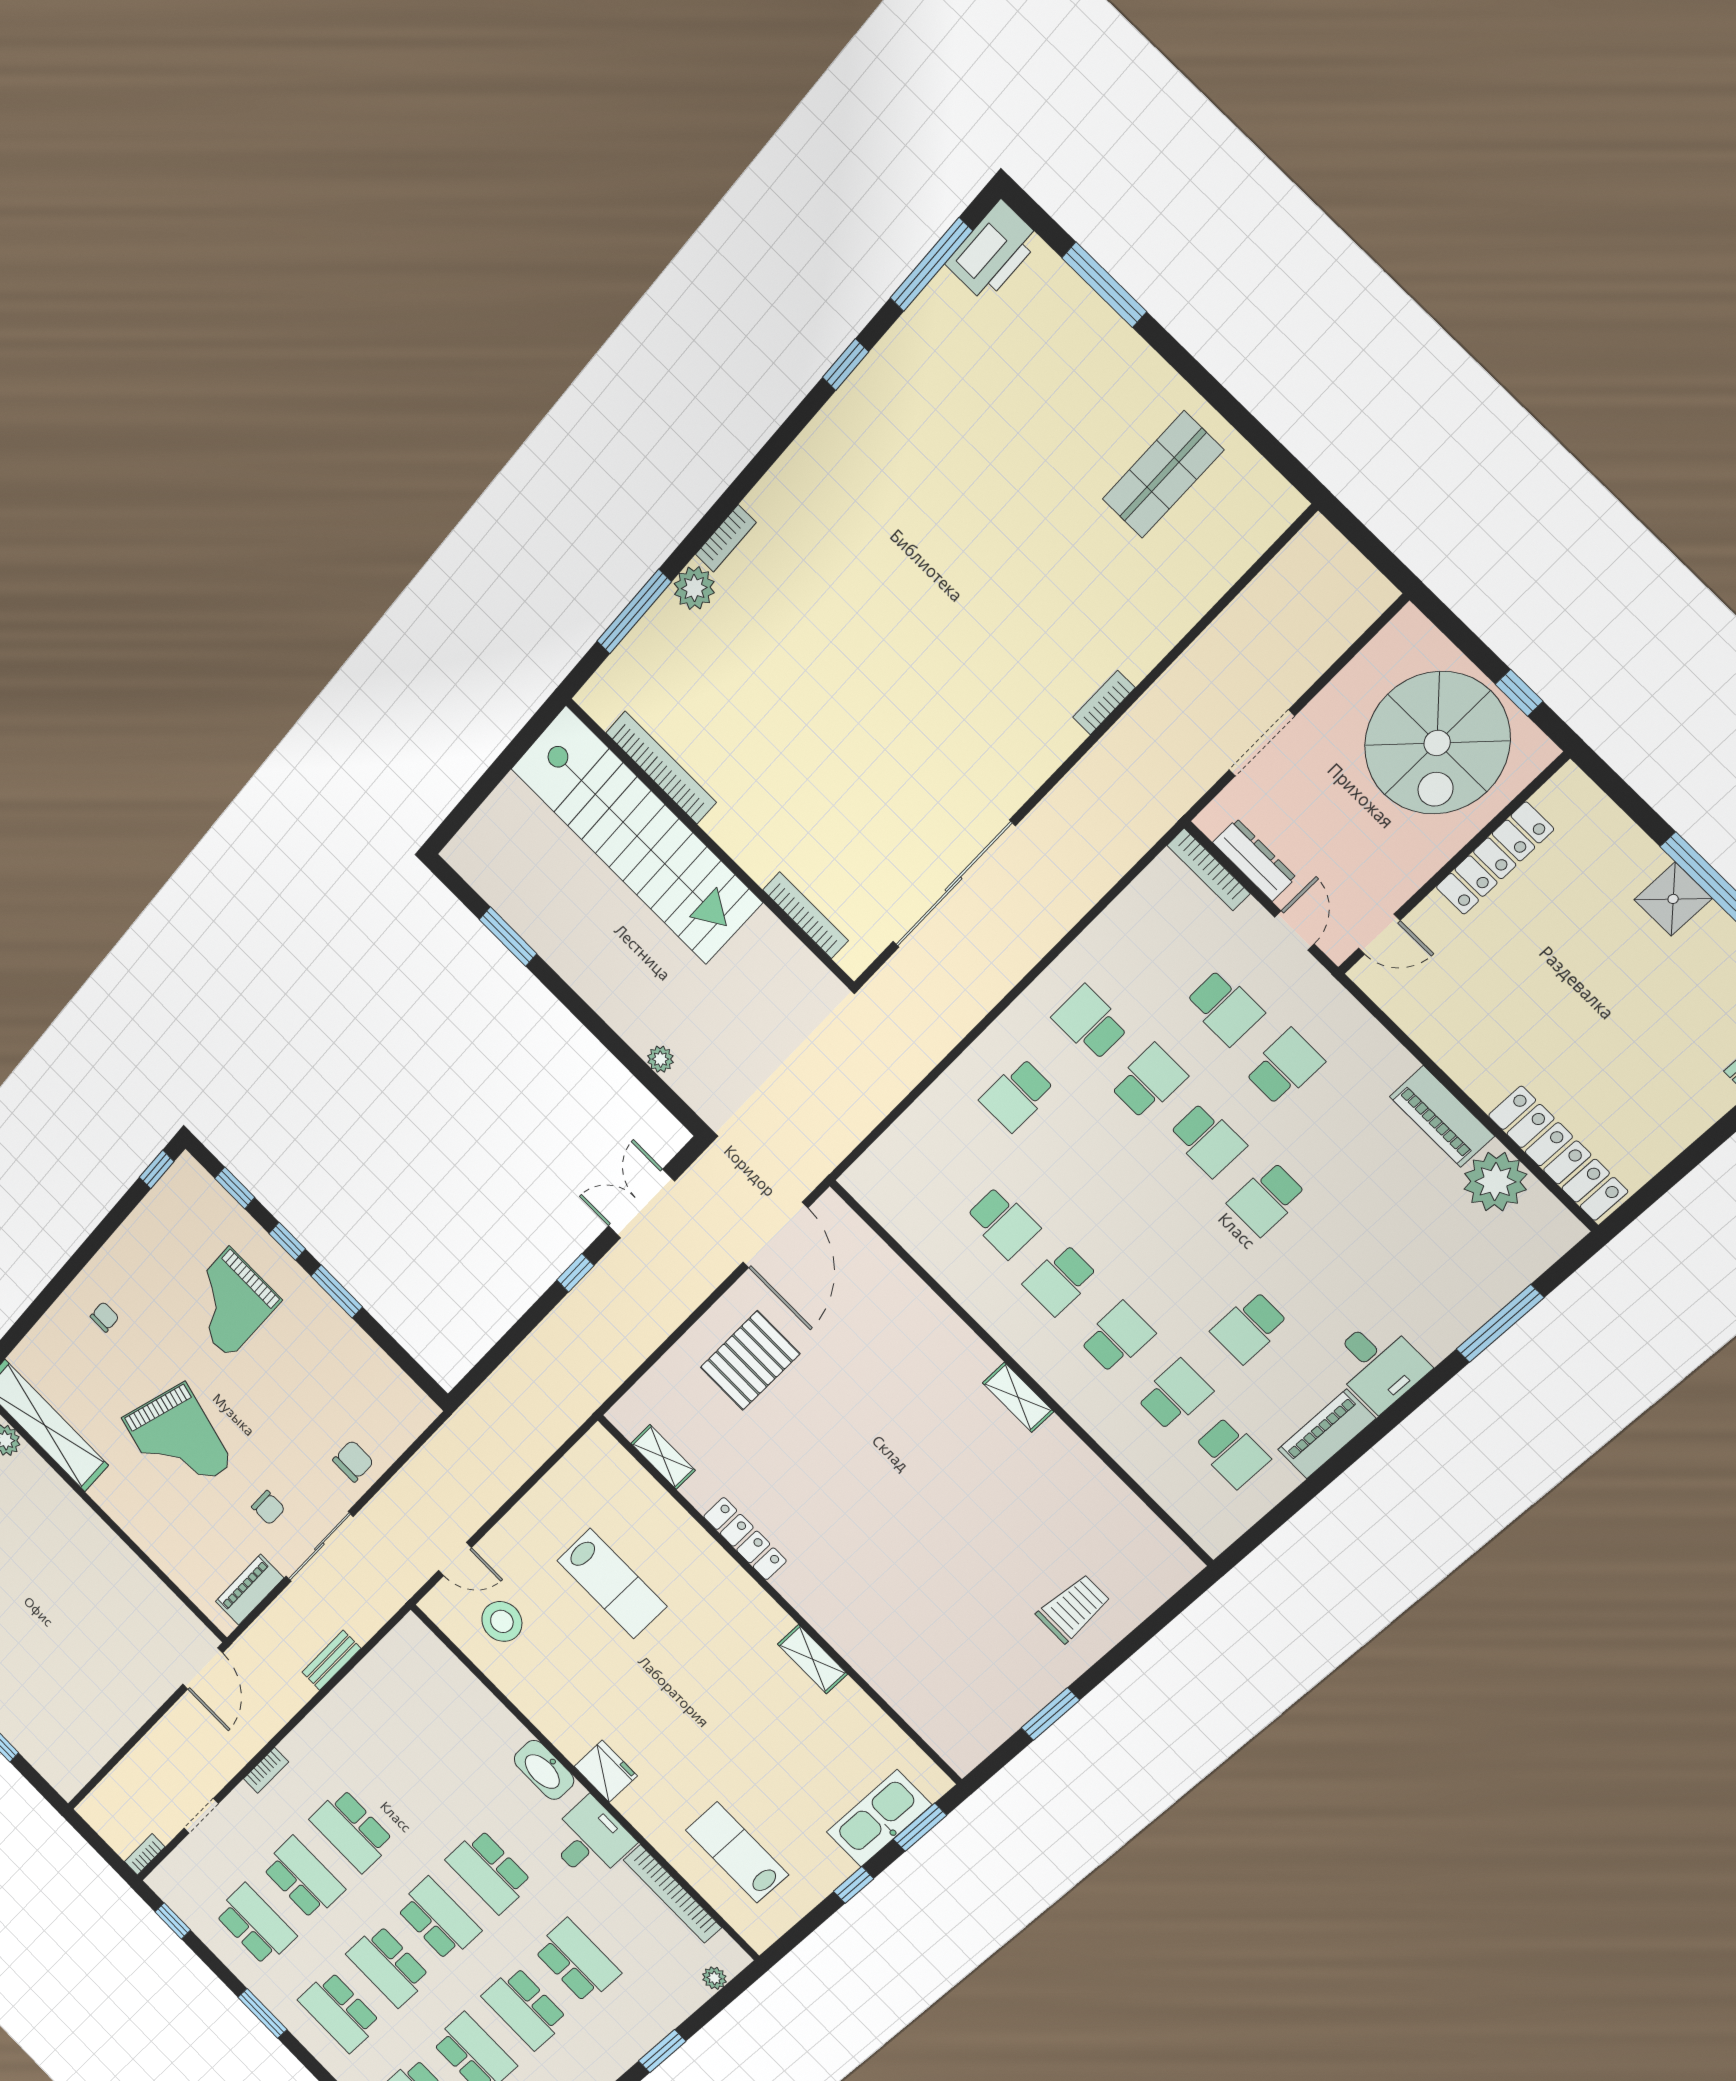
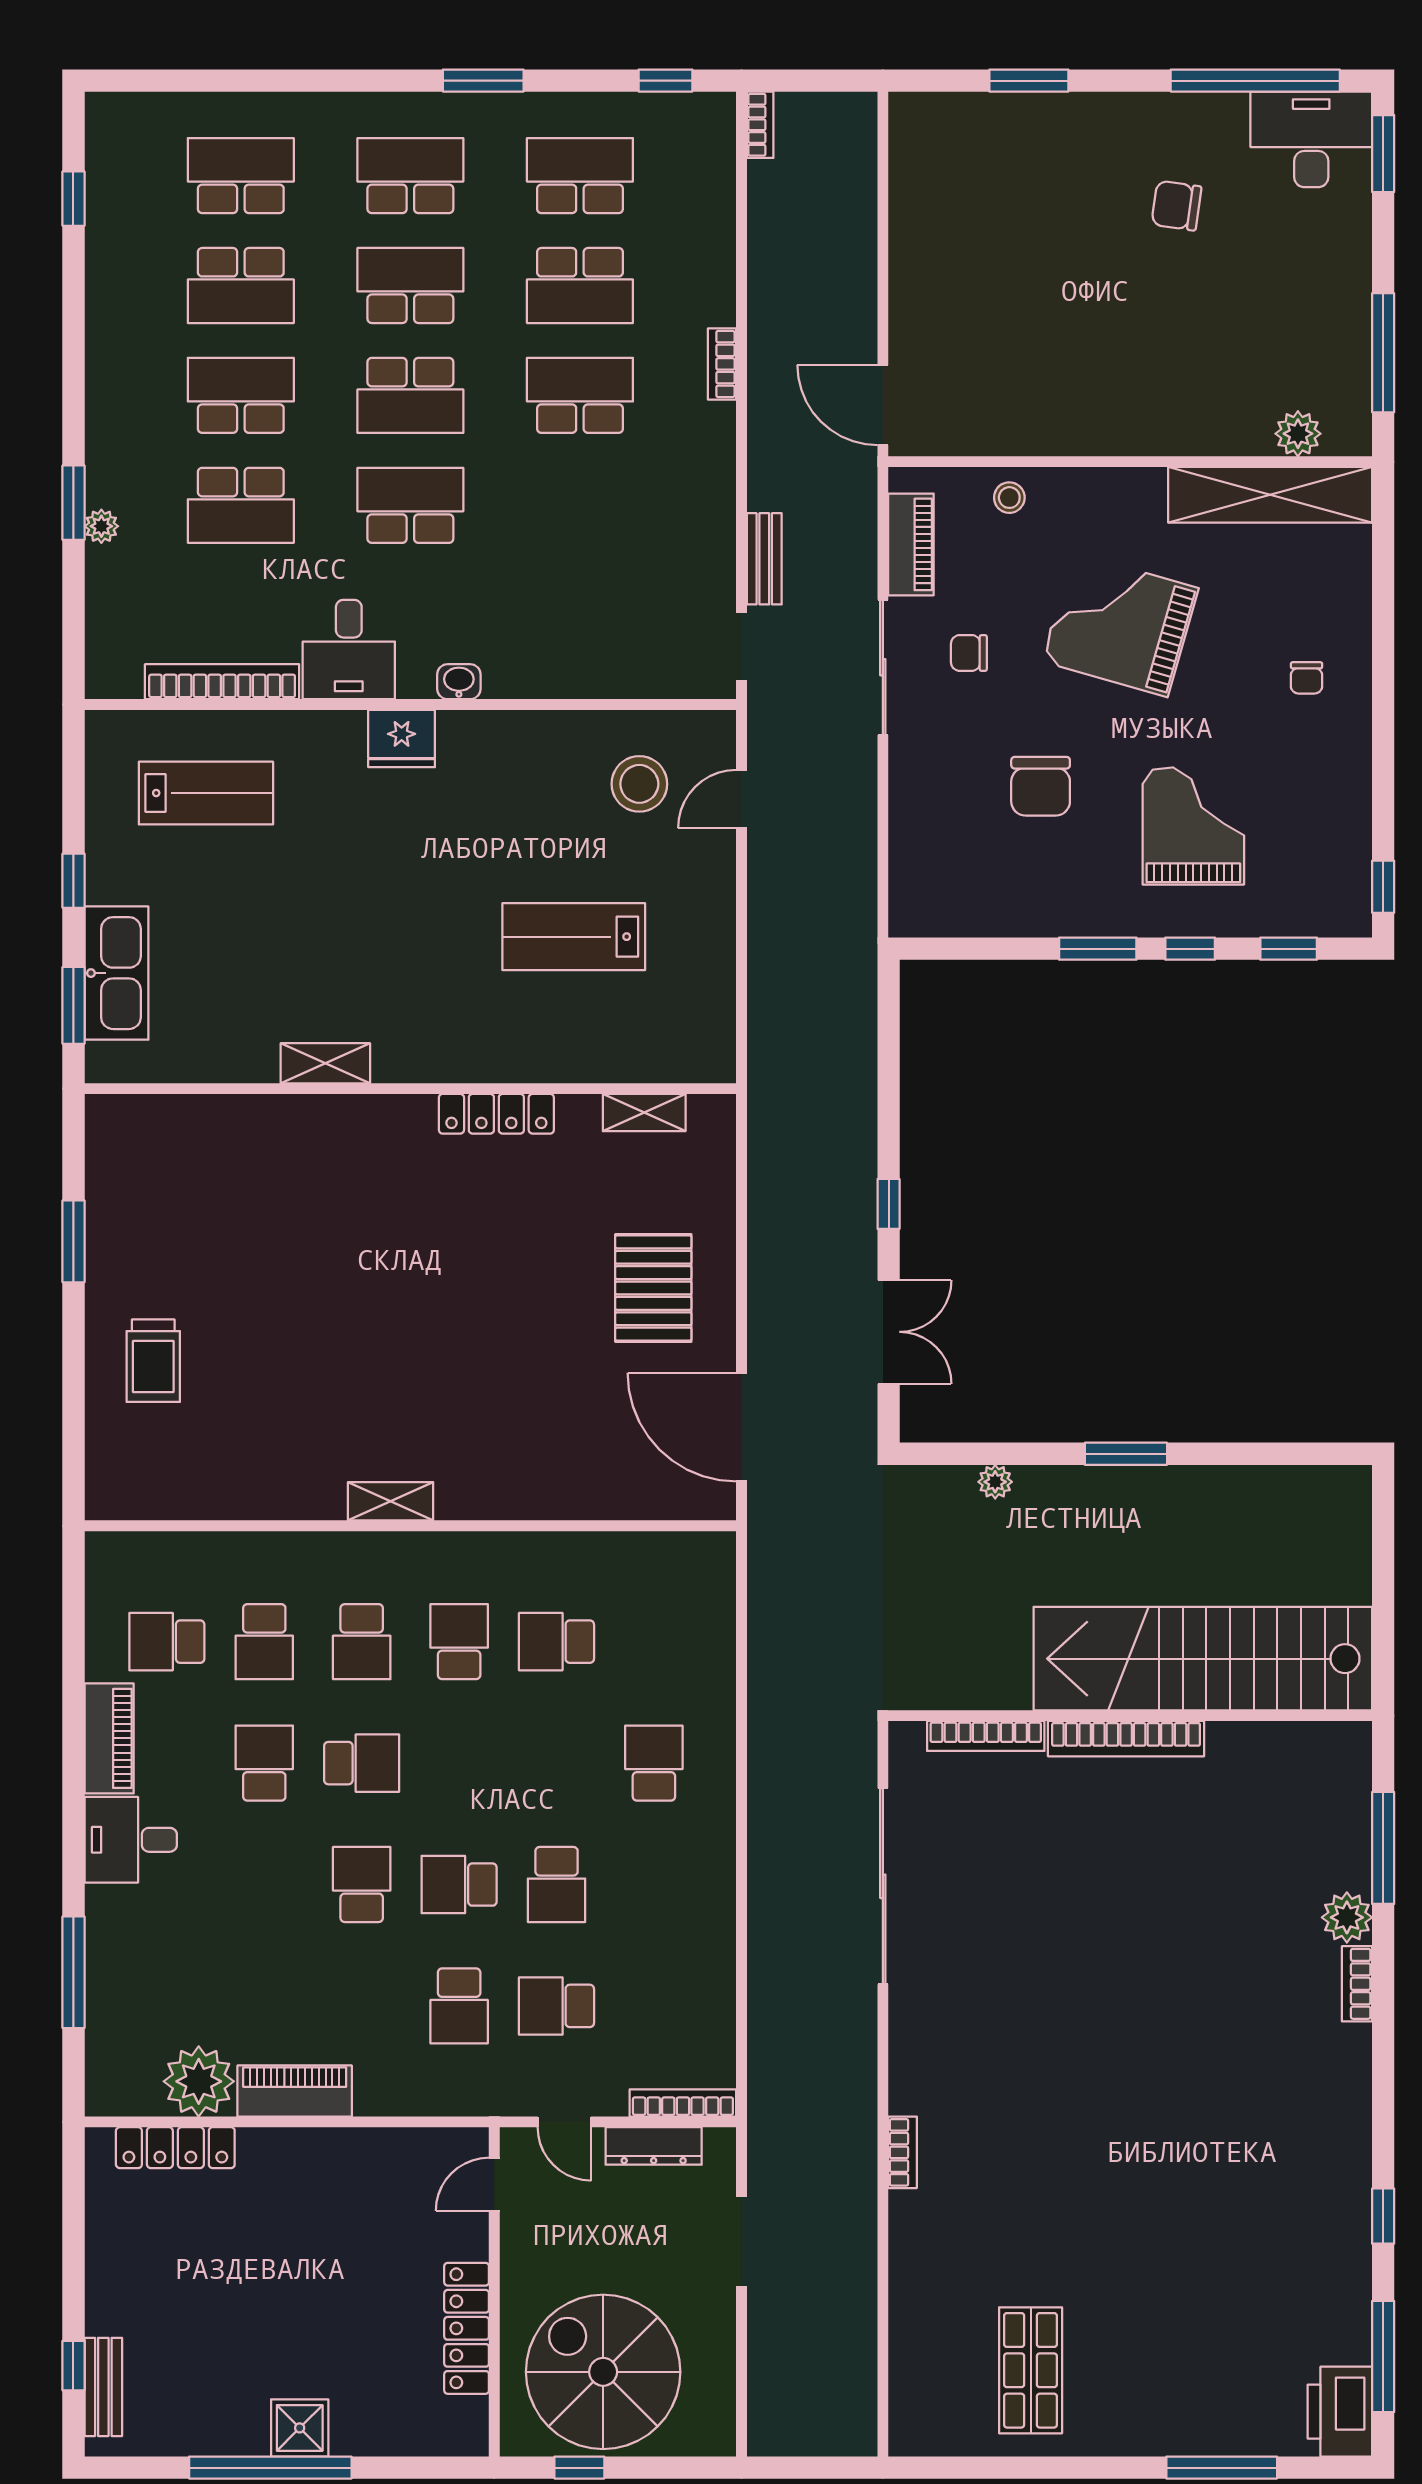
bookcase: (661, 768) -> (1126, 1739), moved
window: (508, 937) -> (1126, 1454), moved
school desk: (1090, 1023) -> (362, 1763), moved
locker: (1558, 1153) -> (175, 2148), width x0.71, depth x0.83
chair: (353, 1461) -> (1041, 786), moved, width x1.37, depth x1.37
stool: (179, 1560) -> (1009, 498), added
washbasin: (544, 1770) -> (459, 682), width x0.52, depth x0.69
doorway: (201, 1816) -> (742, 647), moved
school desk: (255, 1925) -> (580, 176), turned 180
plant: (714, 1978) -> (101, 526), moved

